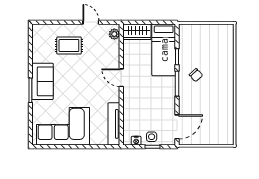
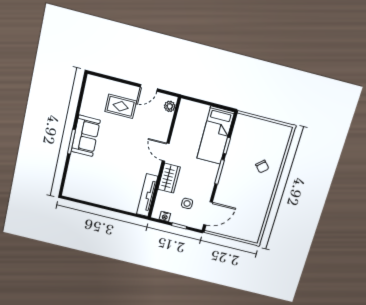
door: (91, 22) -> (149, 88), swing flipped
wardrobe: (137, 32) -> (169, 178), moved, turned -90
chair: (196, 75) -> (262, 167), moved
corner sofa: (63, 126) -> (96, 185), removed
side table: (152, 137) -> (187, 203), moved

